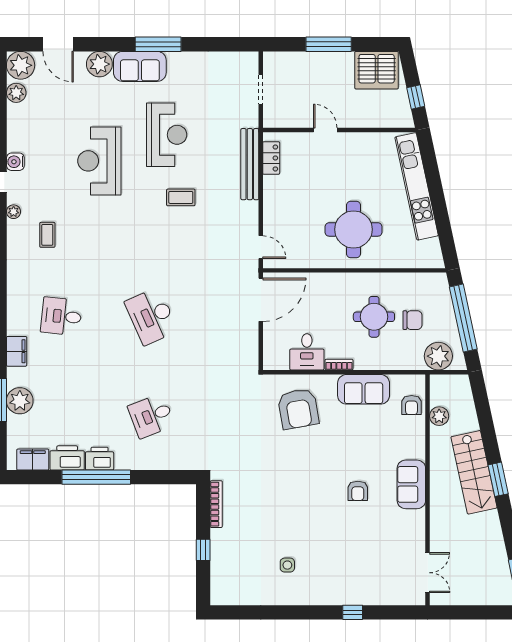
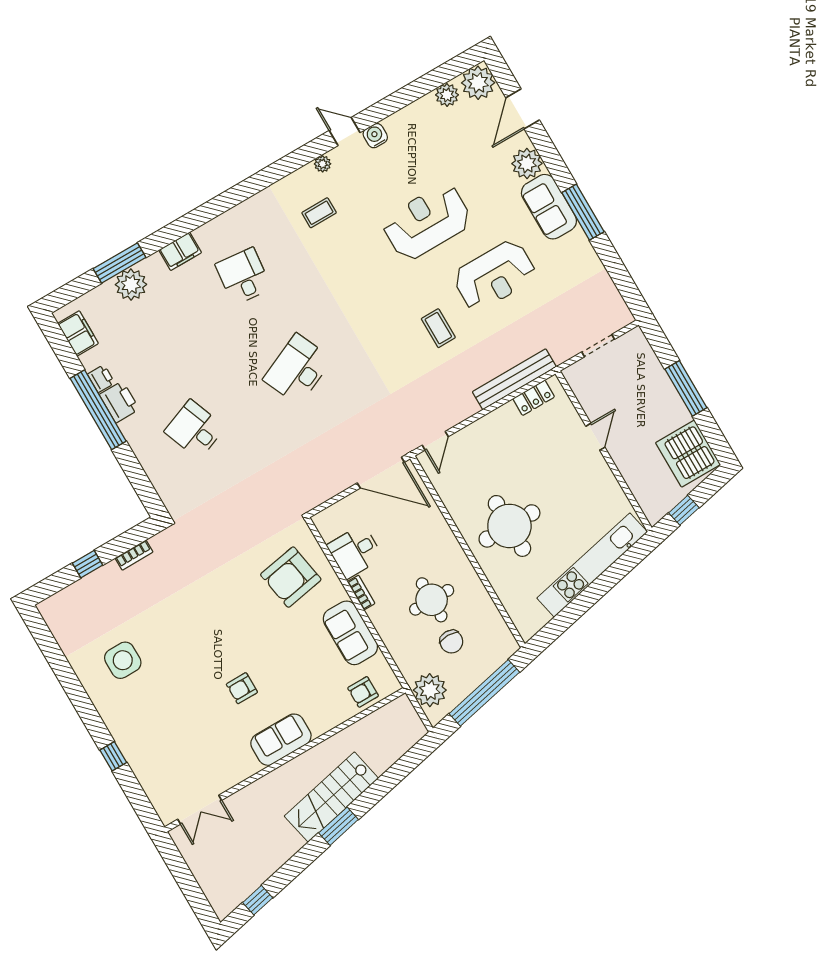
plant: (439, 416) -> (368, 727), removed
printer: (67, 458) -> (101, 379), width x0.53, depth x0.68
bookcase: (216, 504) -> (134, 555), width x0.64
side table: (287, 565) -> (123, 660), width x1.87, depth x1.87

